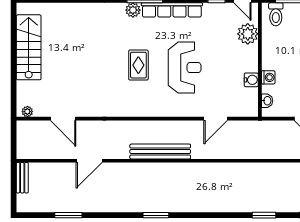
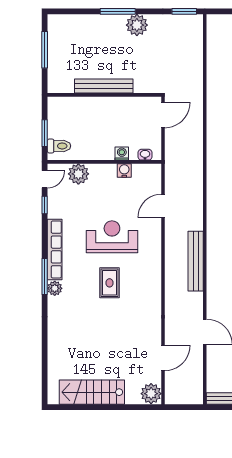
rug: (138, 65) -> (110, 283), turned 90
plant: (27, 112) -> (151, 394), width x1.87, depth x1.87
door: (216, 119) -> (163, 206), swing flipped

